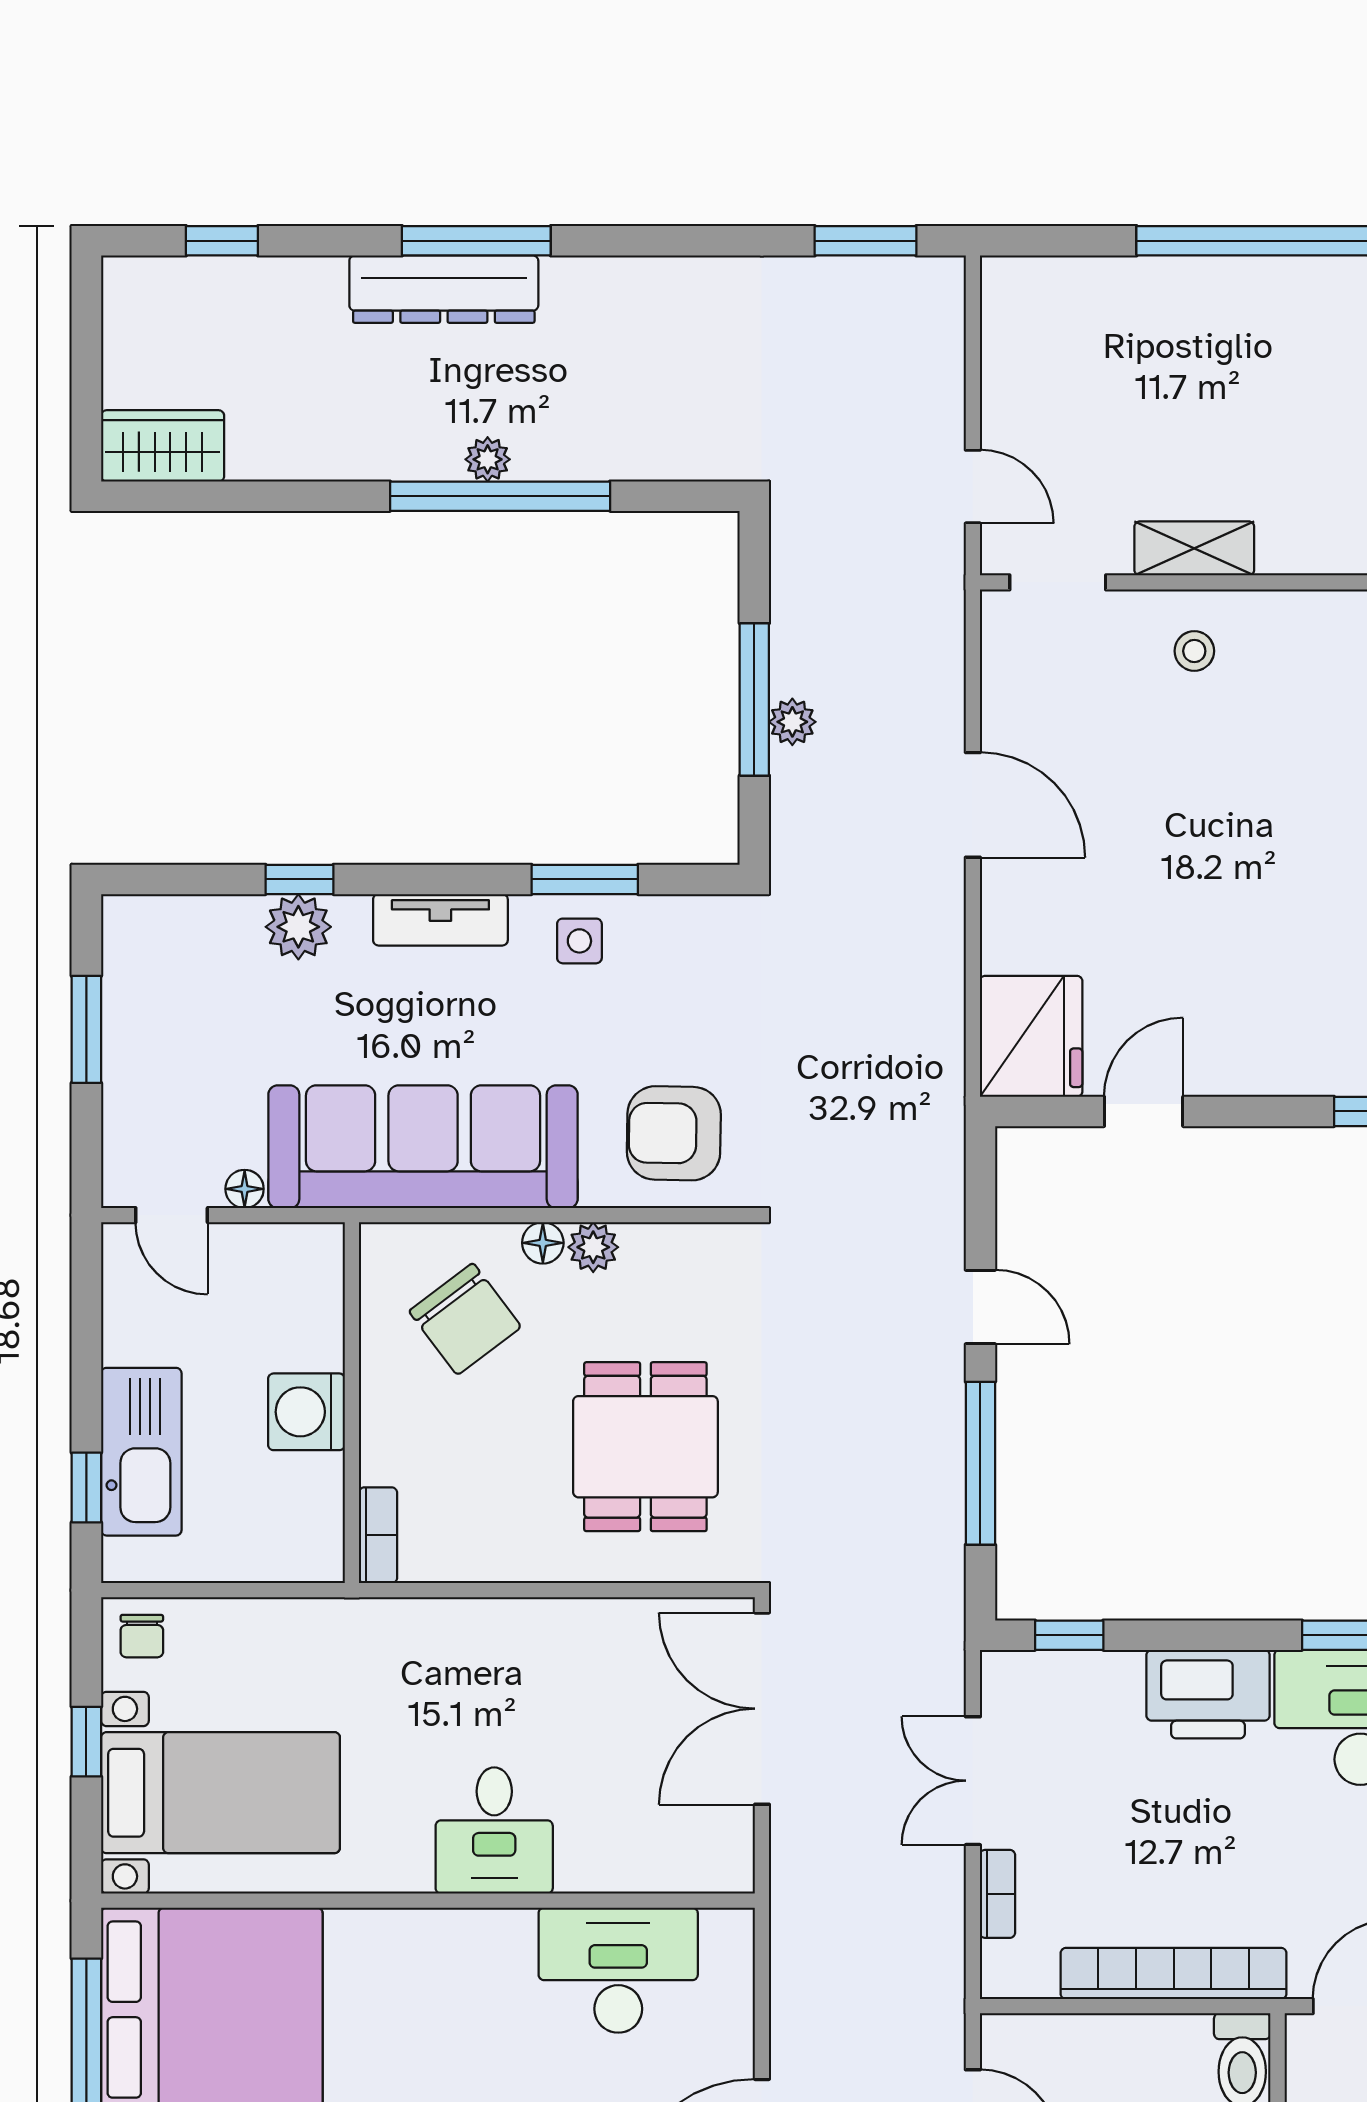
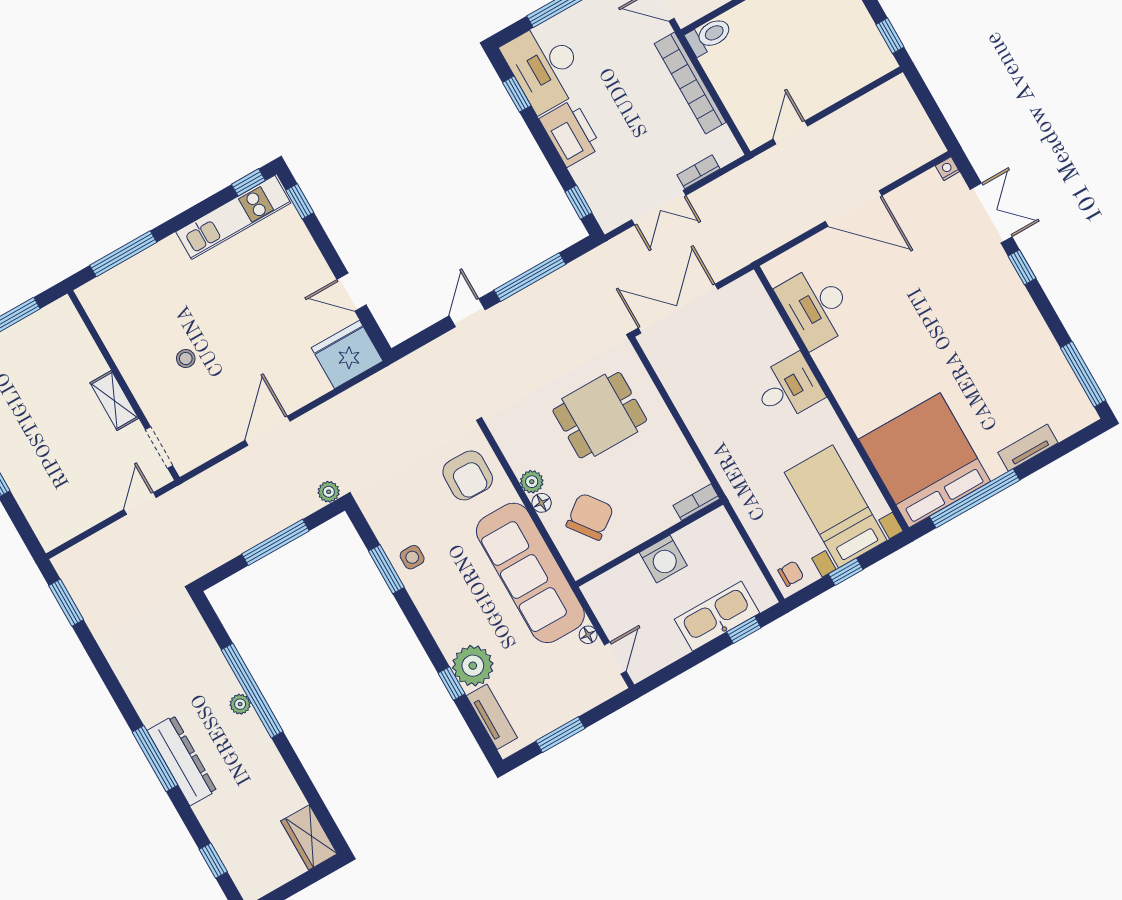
stool: (1194, 651) -> (186, 359), moved
plant: (792, 722) -> (329, 492), moved
tv unit: (440, 920) -> (492, 717), moved
plant: (298, 927) -> (473, 666), width x1.36, depth x1.36
double door: (762, 1709) -> (678, 309), swing flipped

